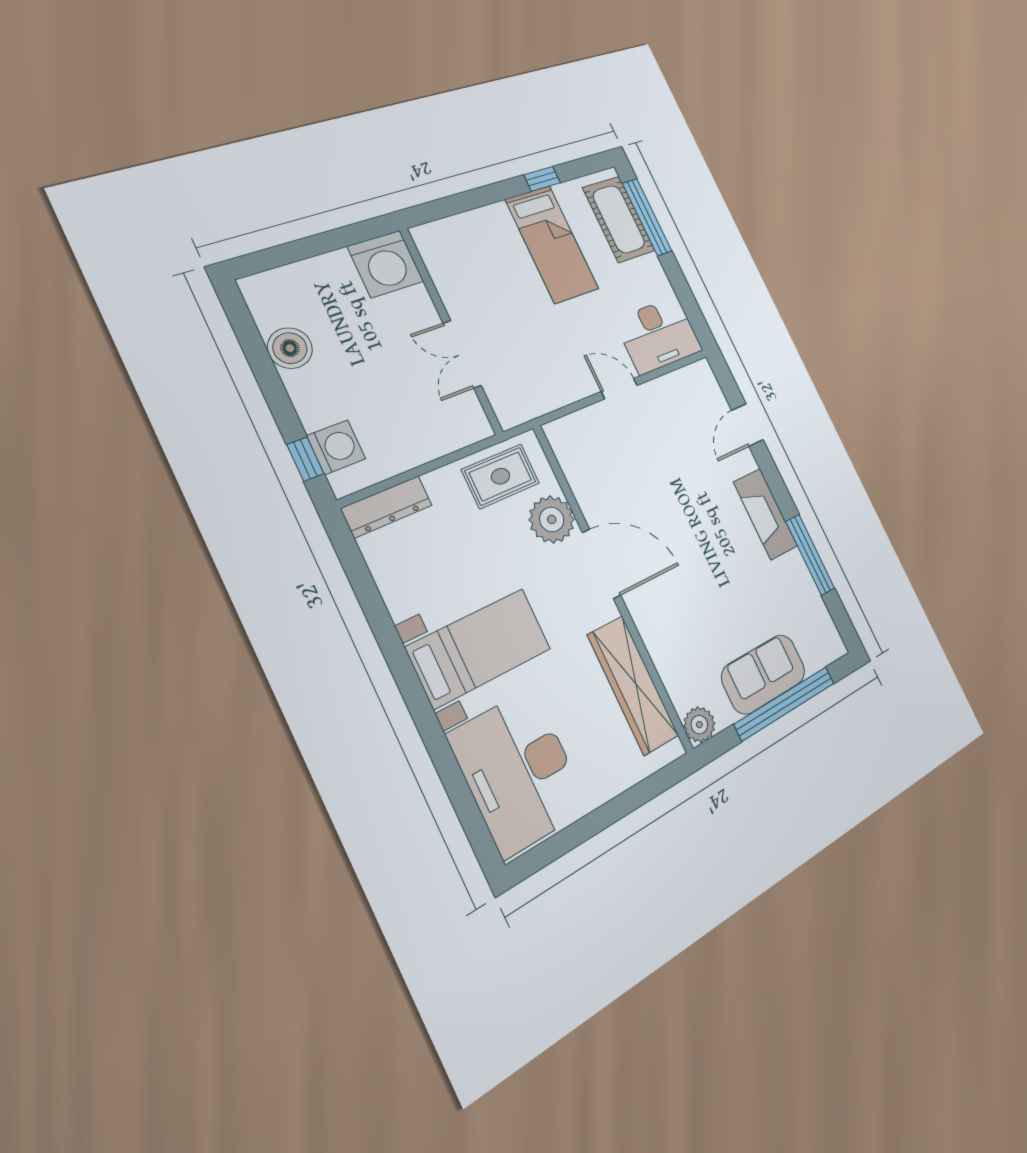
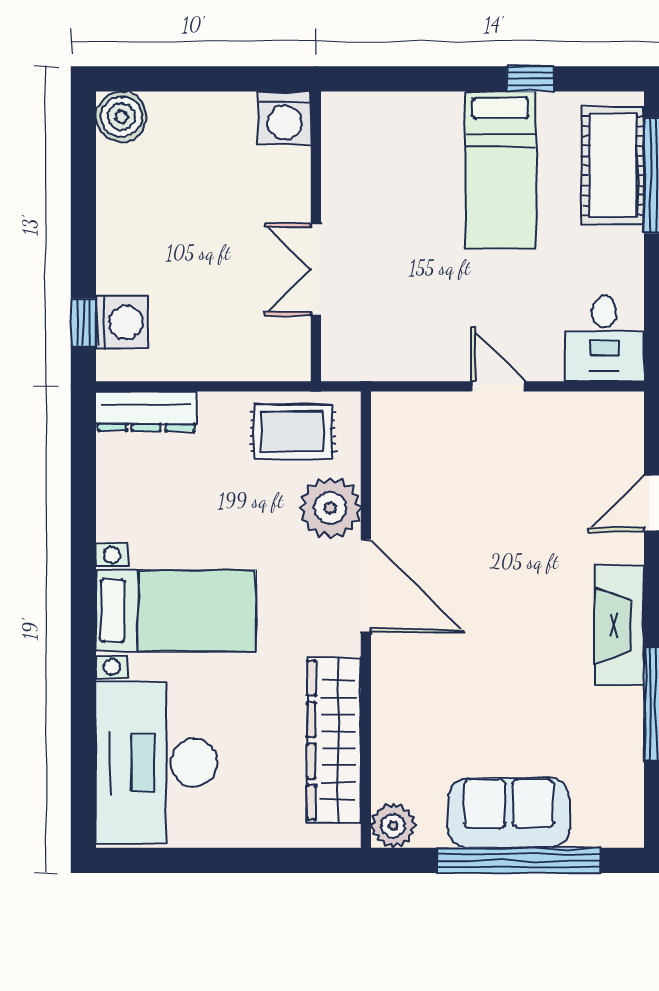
washing machine: (386, 264) -> (284, 118), width x0.73, depth x0.73
desk: (658, 335) -> (604, 338), width x0.73
boiler: (290, 348) -> (121, 117), moved

